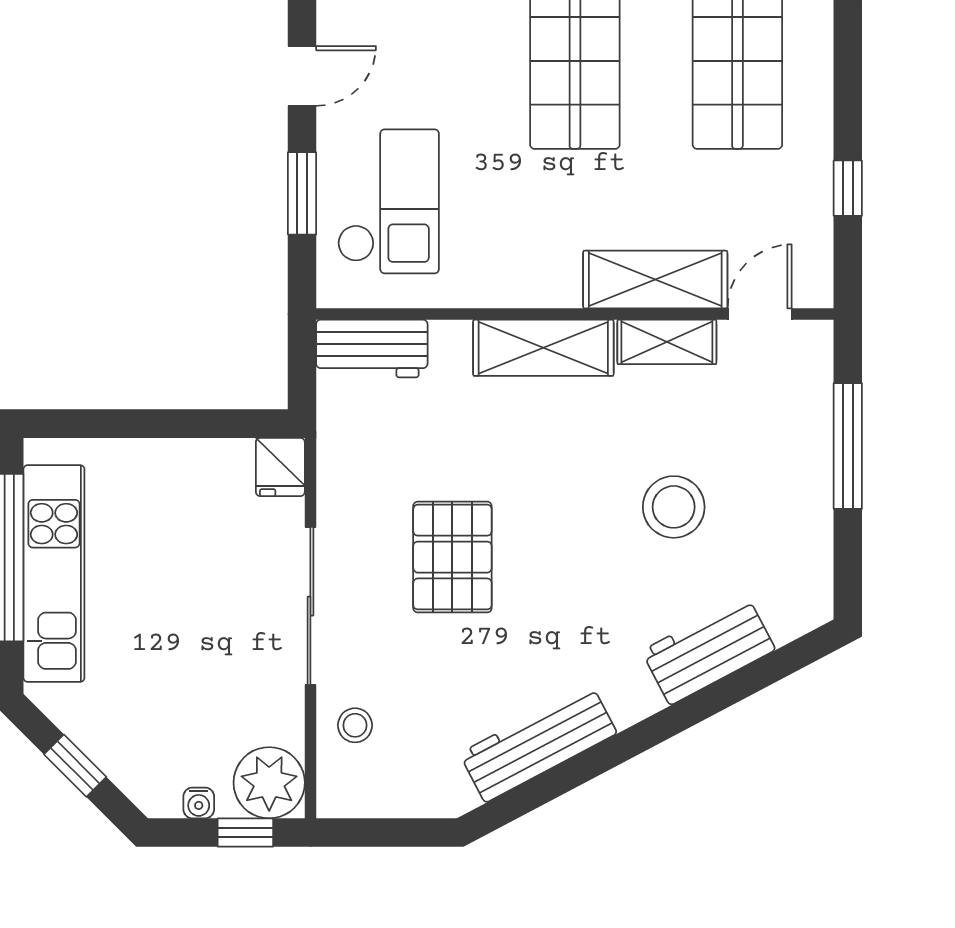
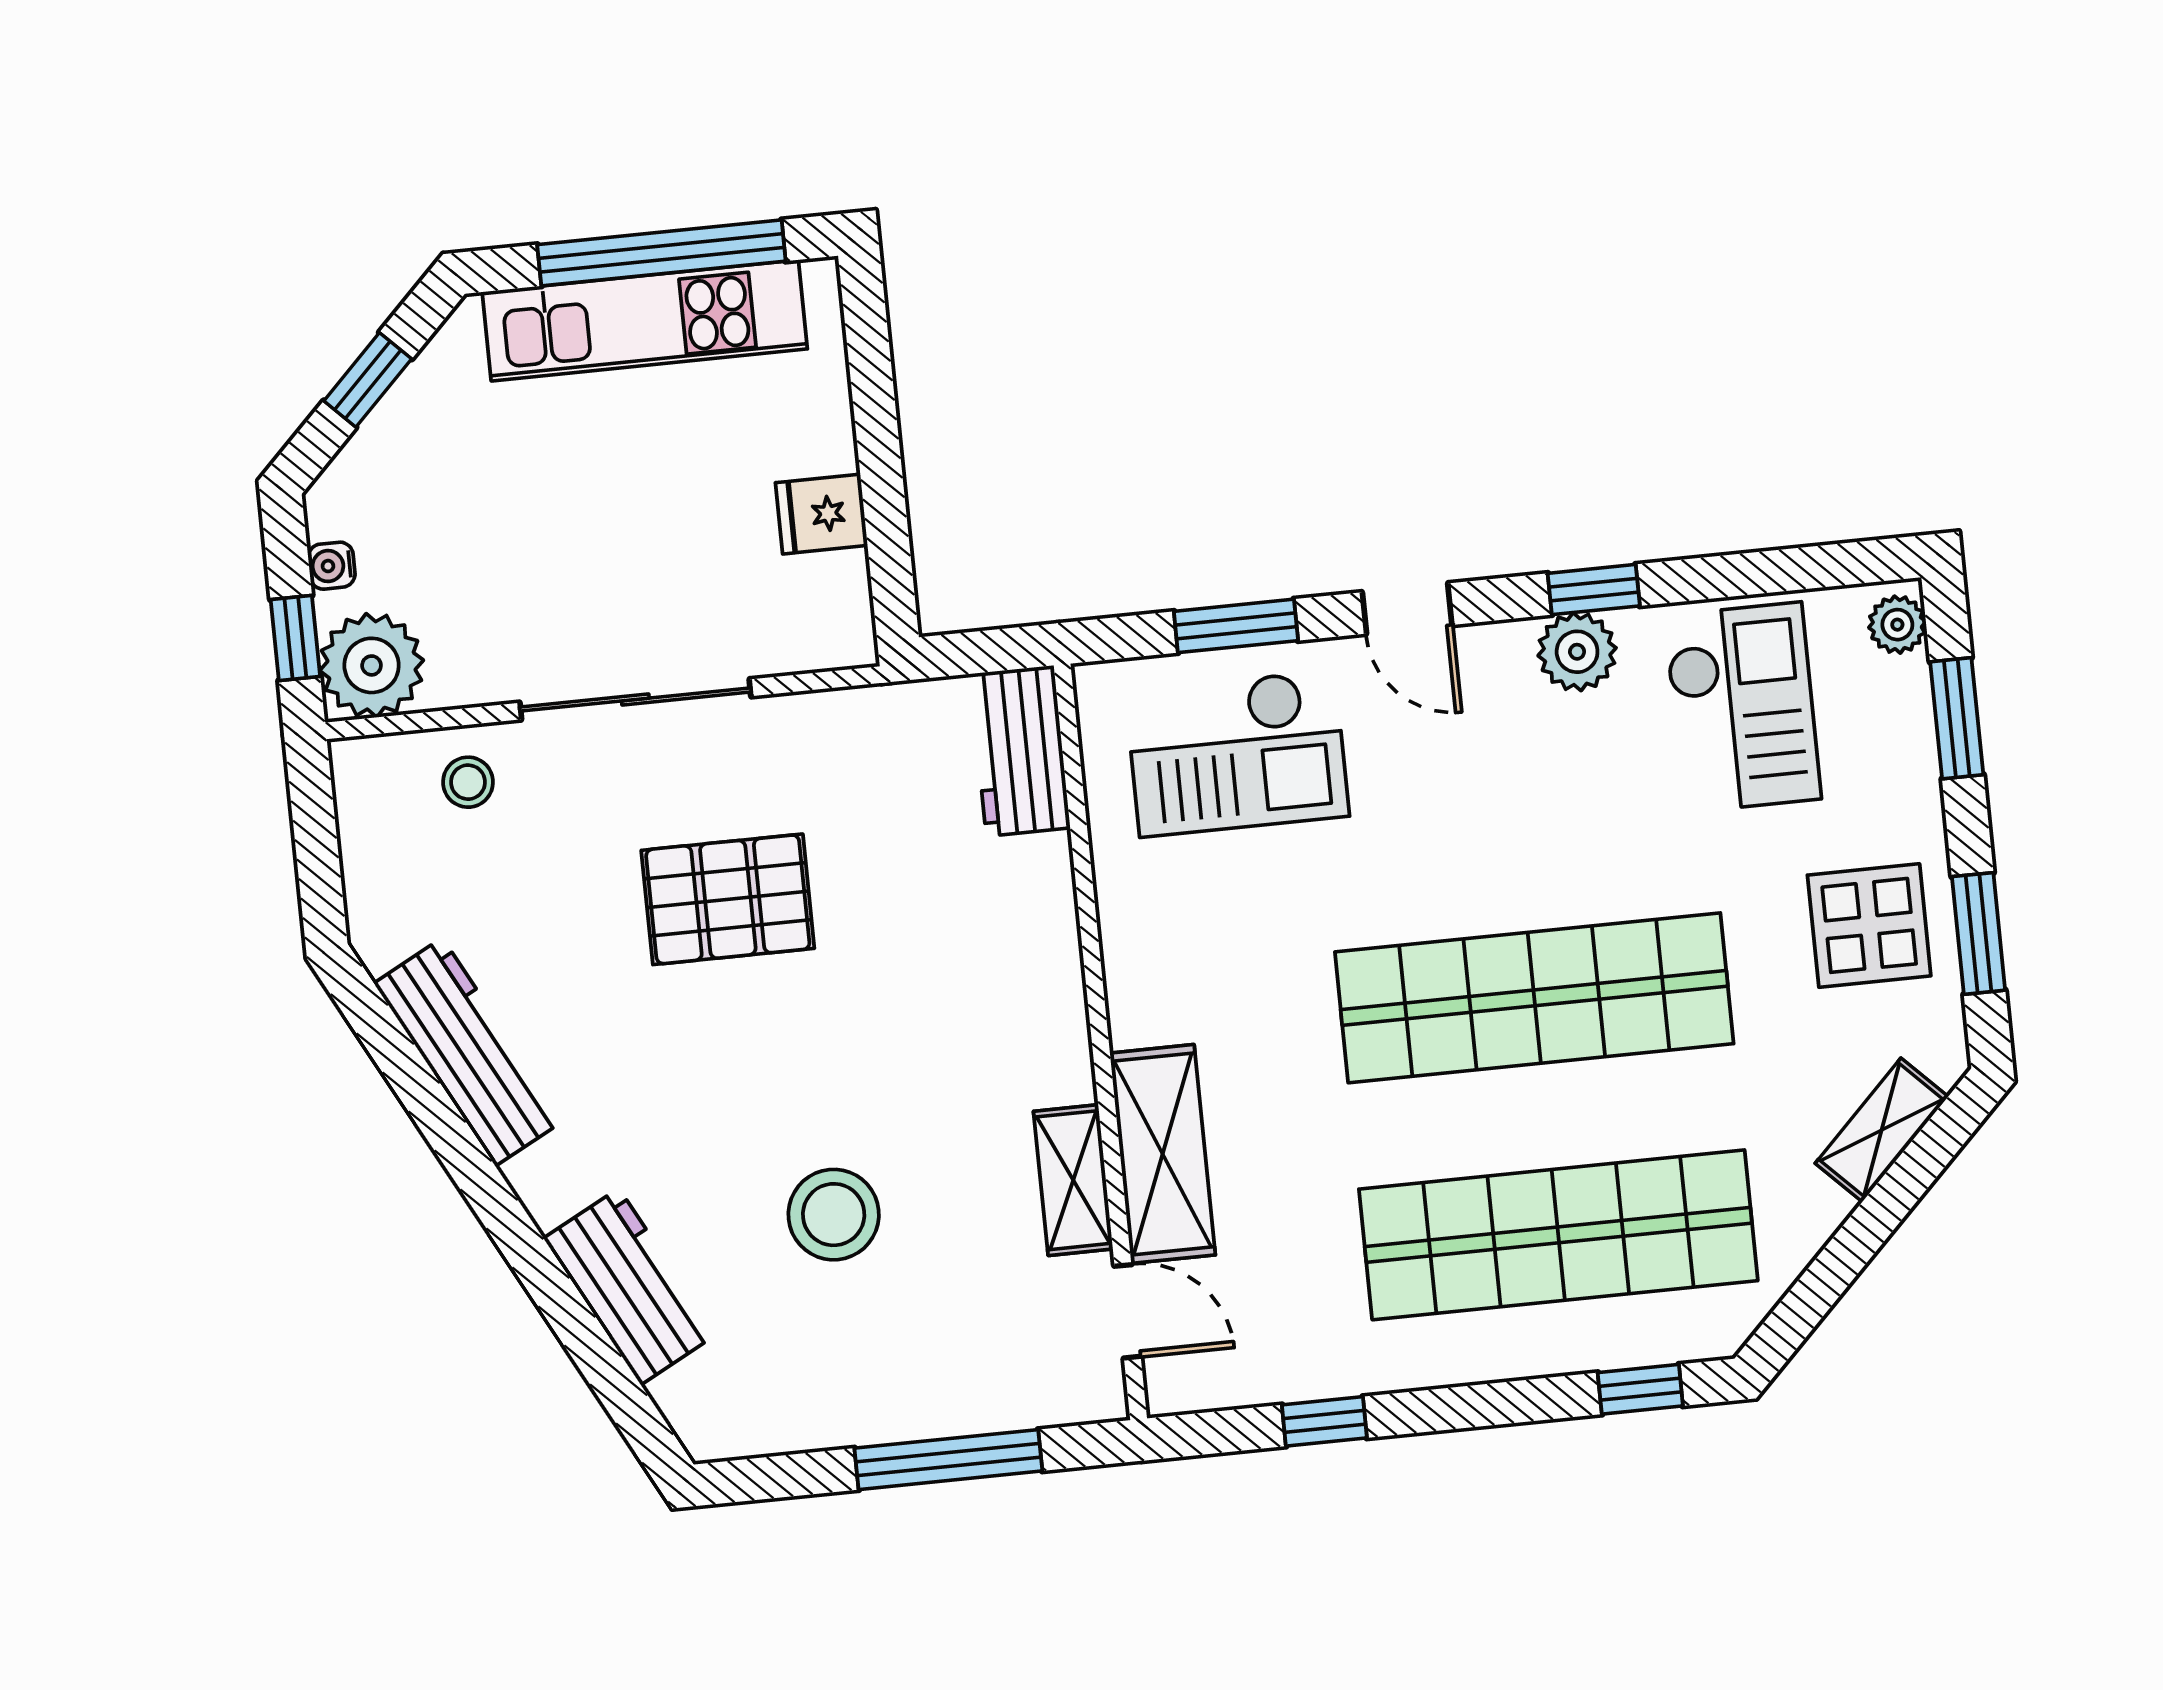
shelving: (543, 348) -> (1046, 1001), removed
fridge: (280, 467) -> (821, 514), moved

